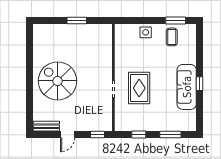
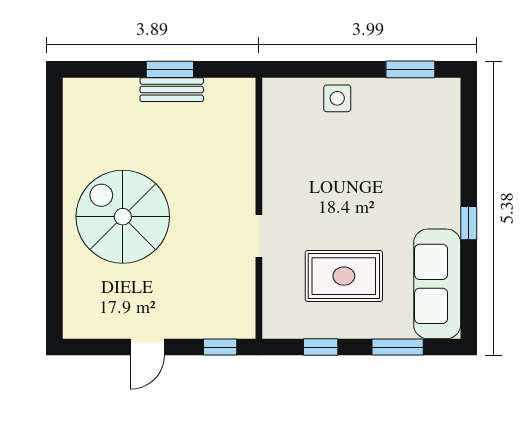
coffee table: (172, 37) -> (401, 110), removed
sofa: (187, 87) -> (437, 284), moved
rug: (139, 88) -> (344, 276), moved, turned 90
bench: (46, 126) -> (172, 90), moved

